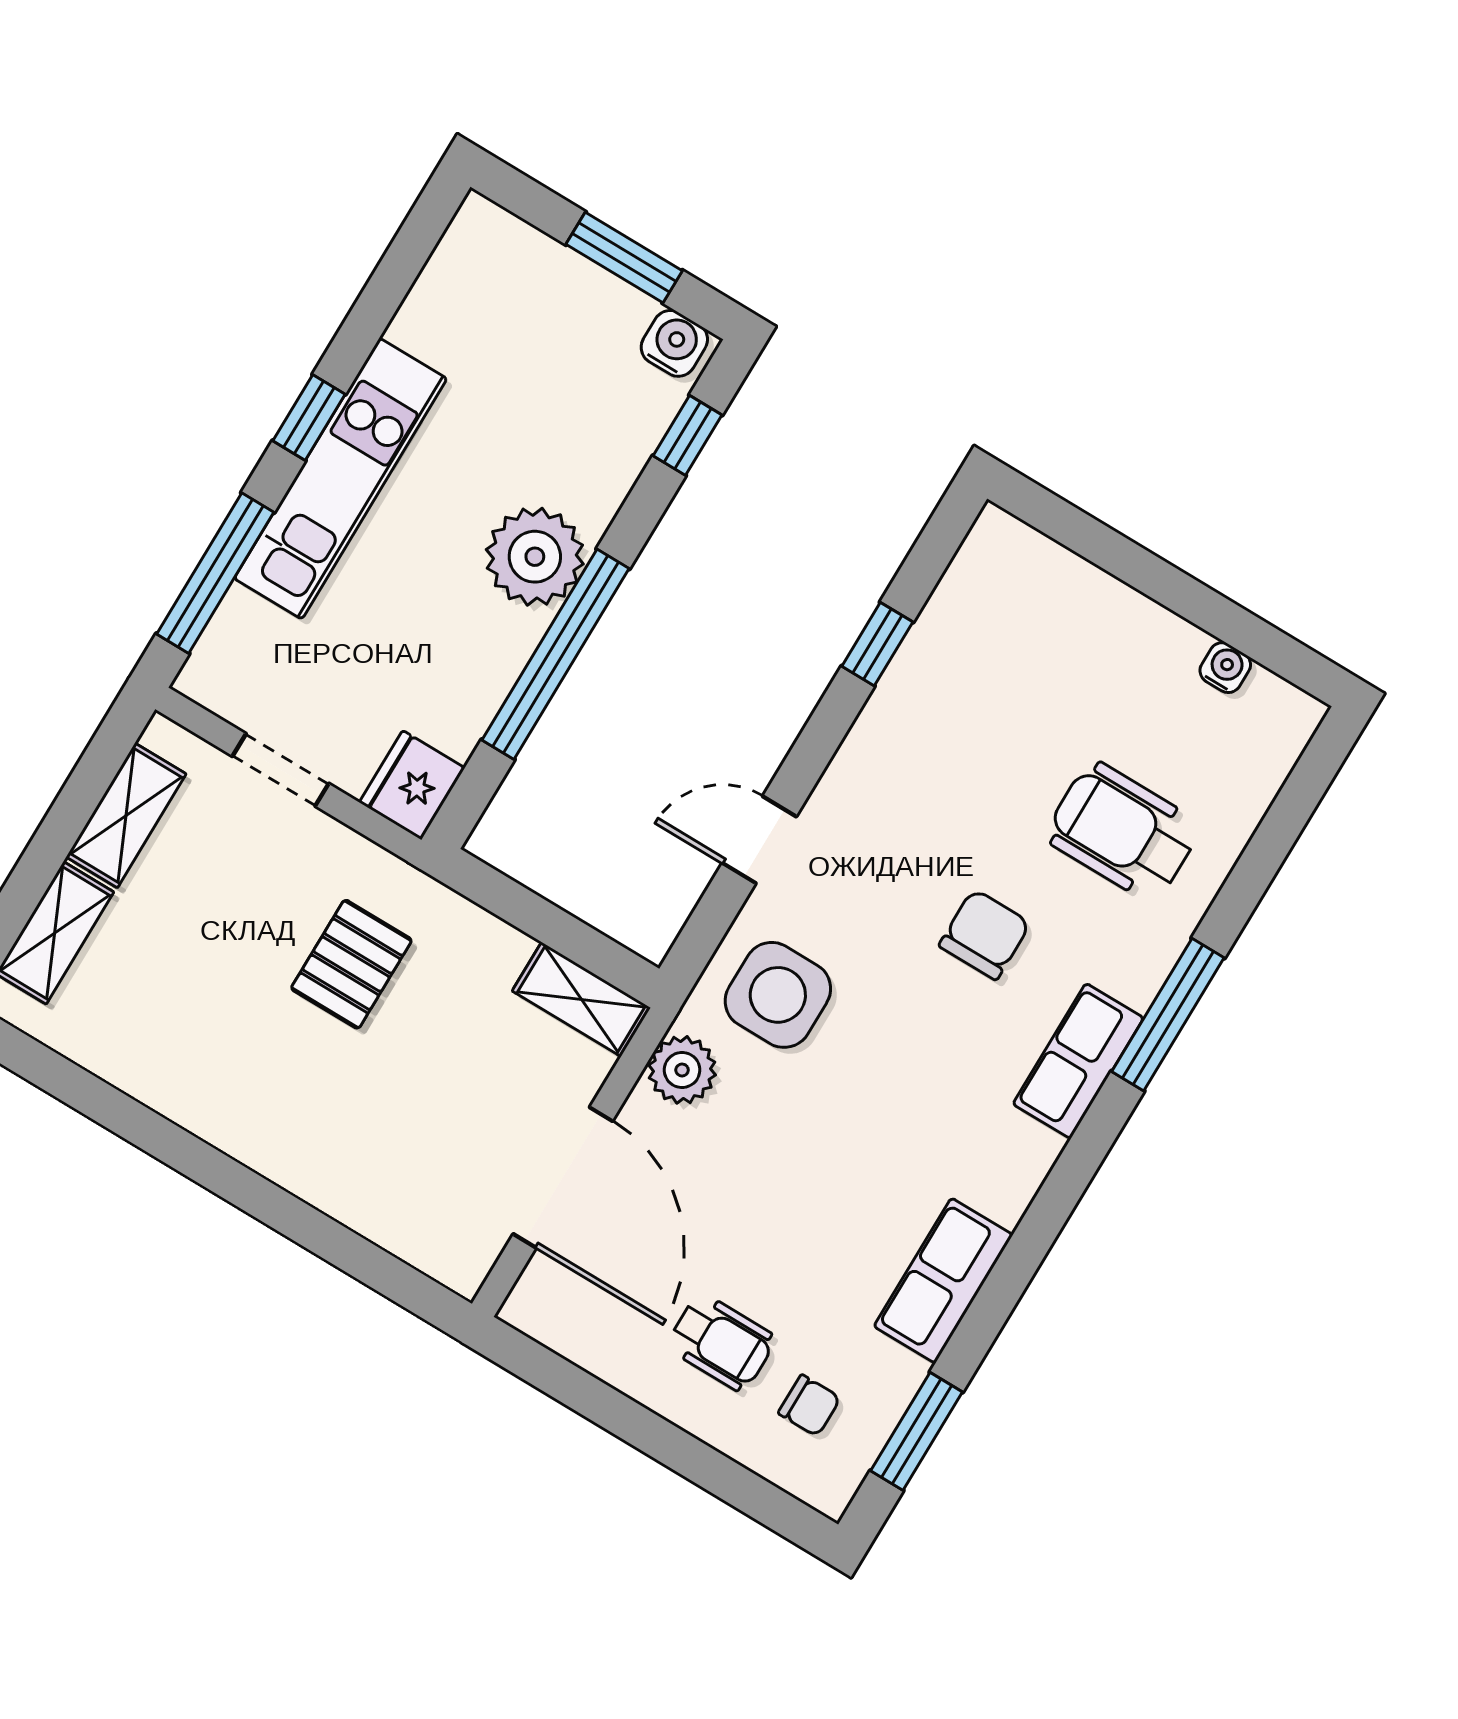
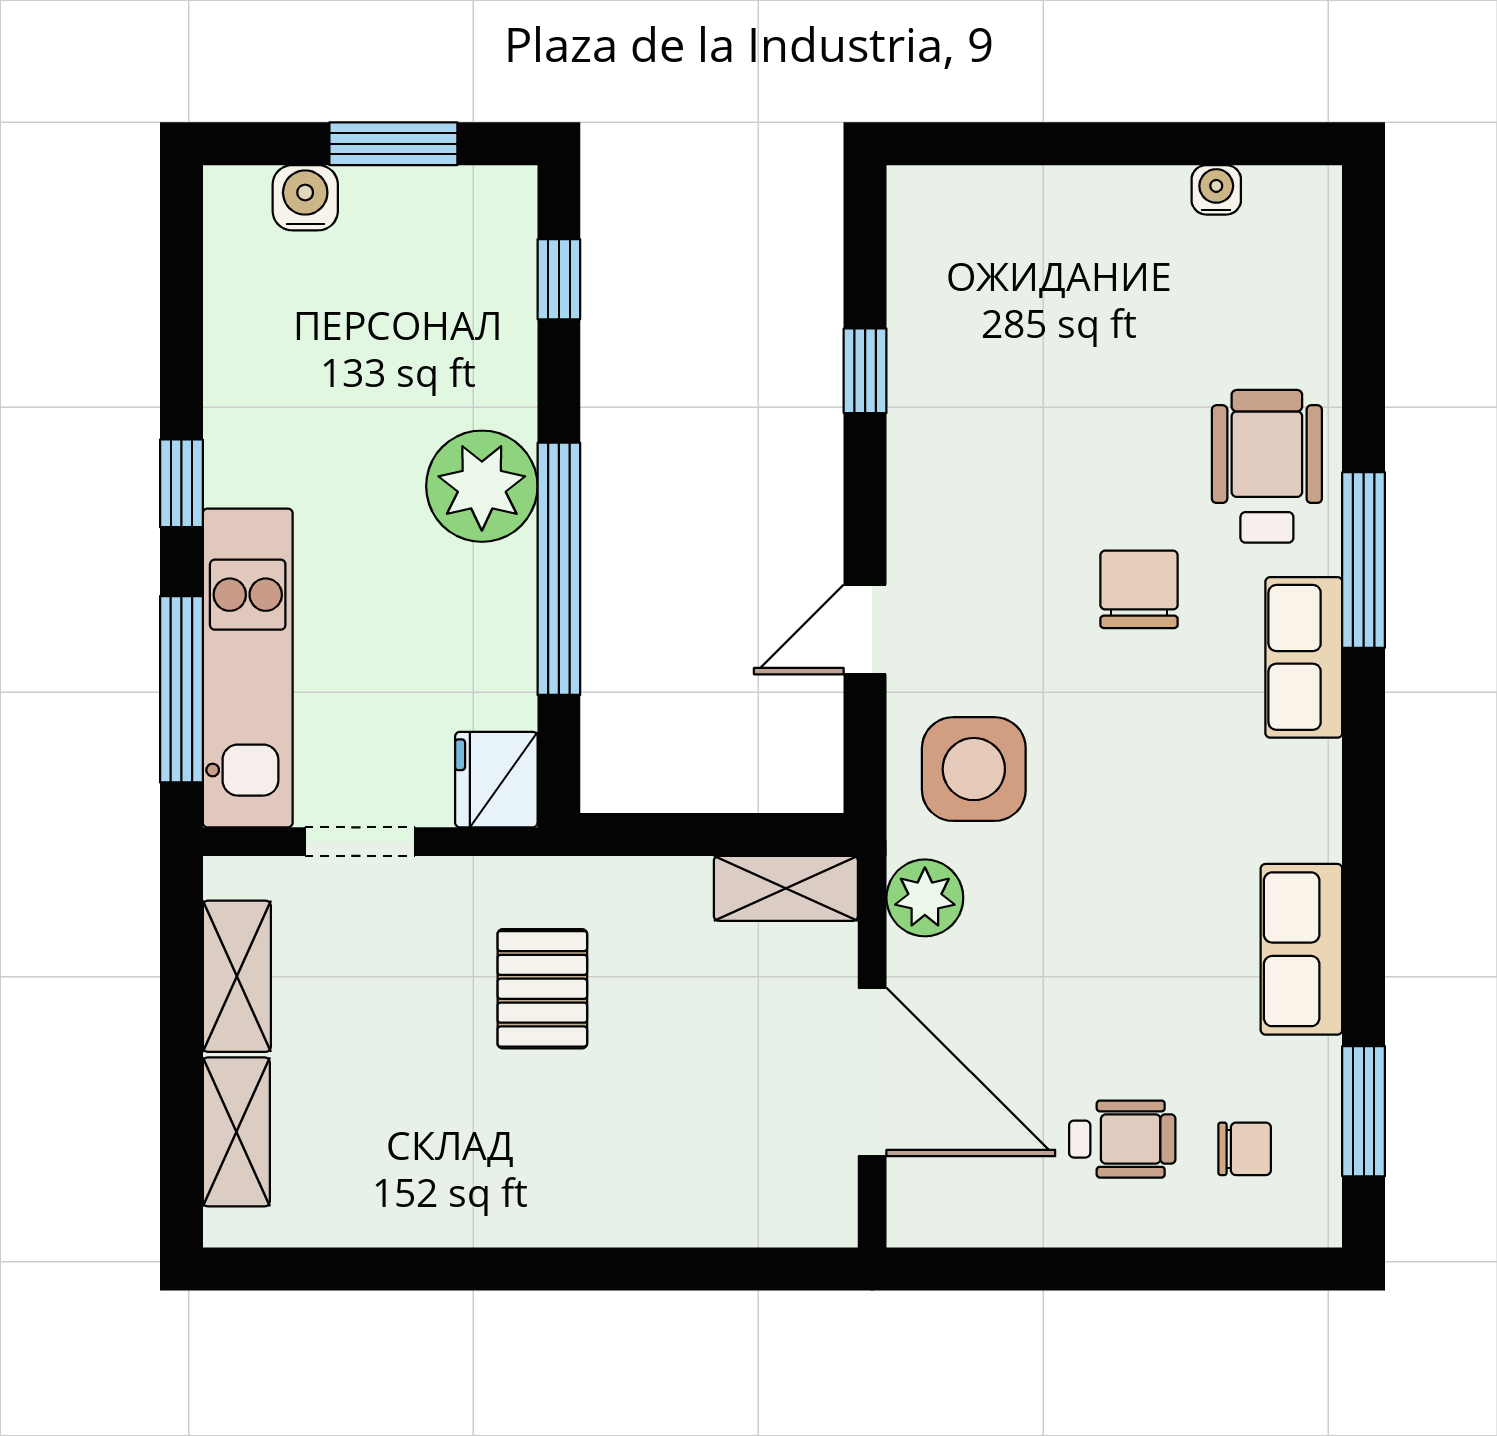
water cooler: (674, 343) -> (305, 198), moved
kitchen unit: (341, 479) -> (248, 668), moved
wheelchair: (1123, 831) -> (1267, 466), moved, turned 90

